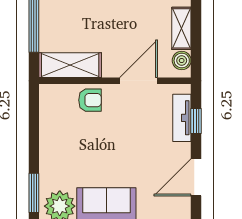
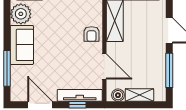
tv unit: (182, 118) -> (80, 95), width x1.41

